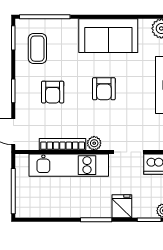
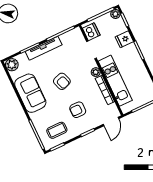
armchair: (104, 89) -> (62, 81), turned 71
armchair: (53, 92) -> (78, 110), turned 180

